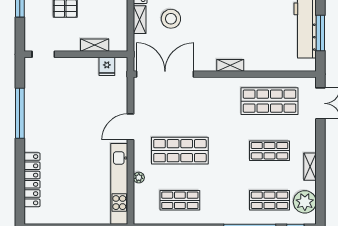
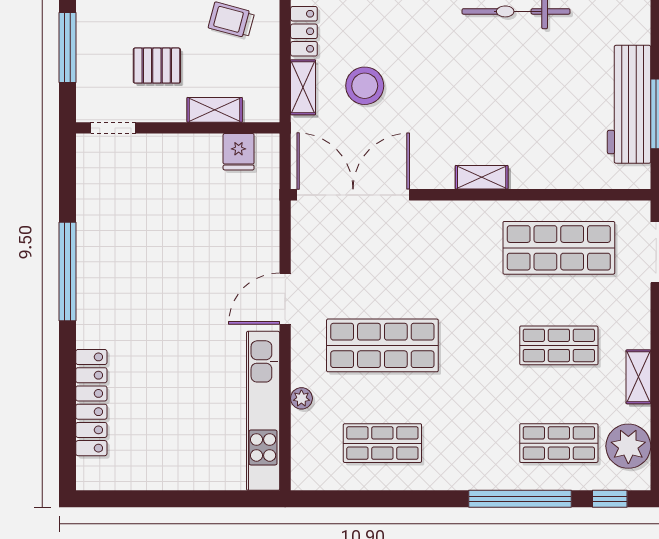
shelving: (95, 45) -> (215, 110), moved
doorway: (43, 54) -> (113, 128), moved
wall: (76, 54) -> (178, 128), moved
fridge: (107, 66) -> (239, 152), moved

